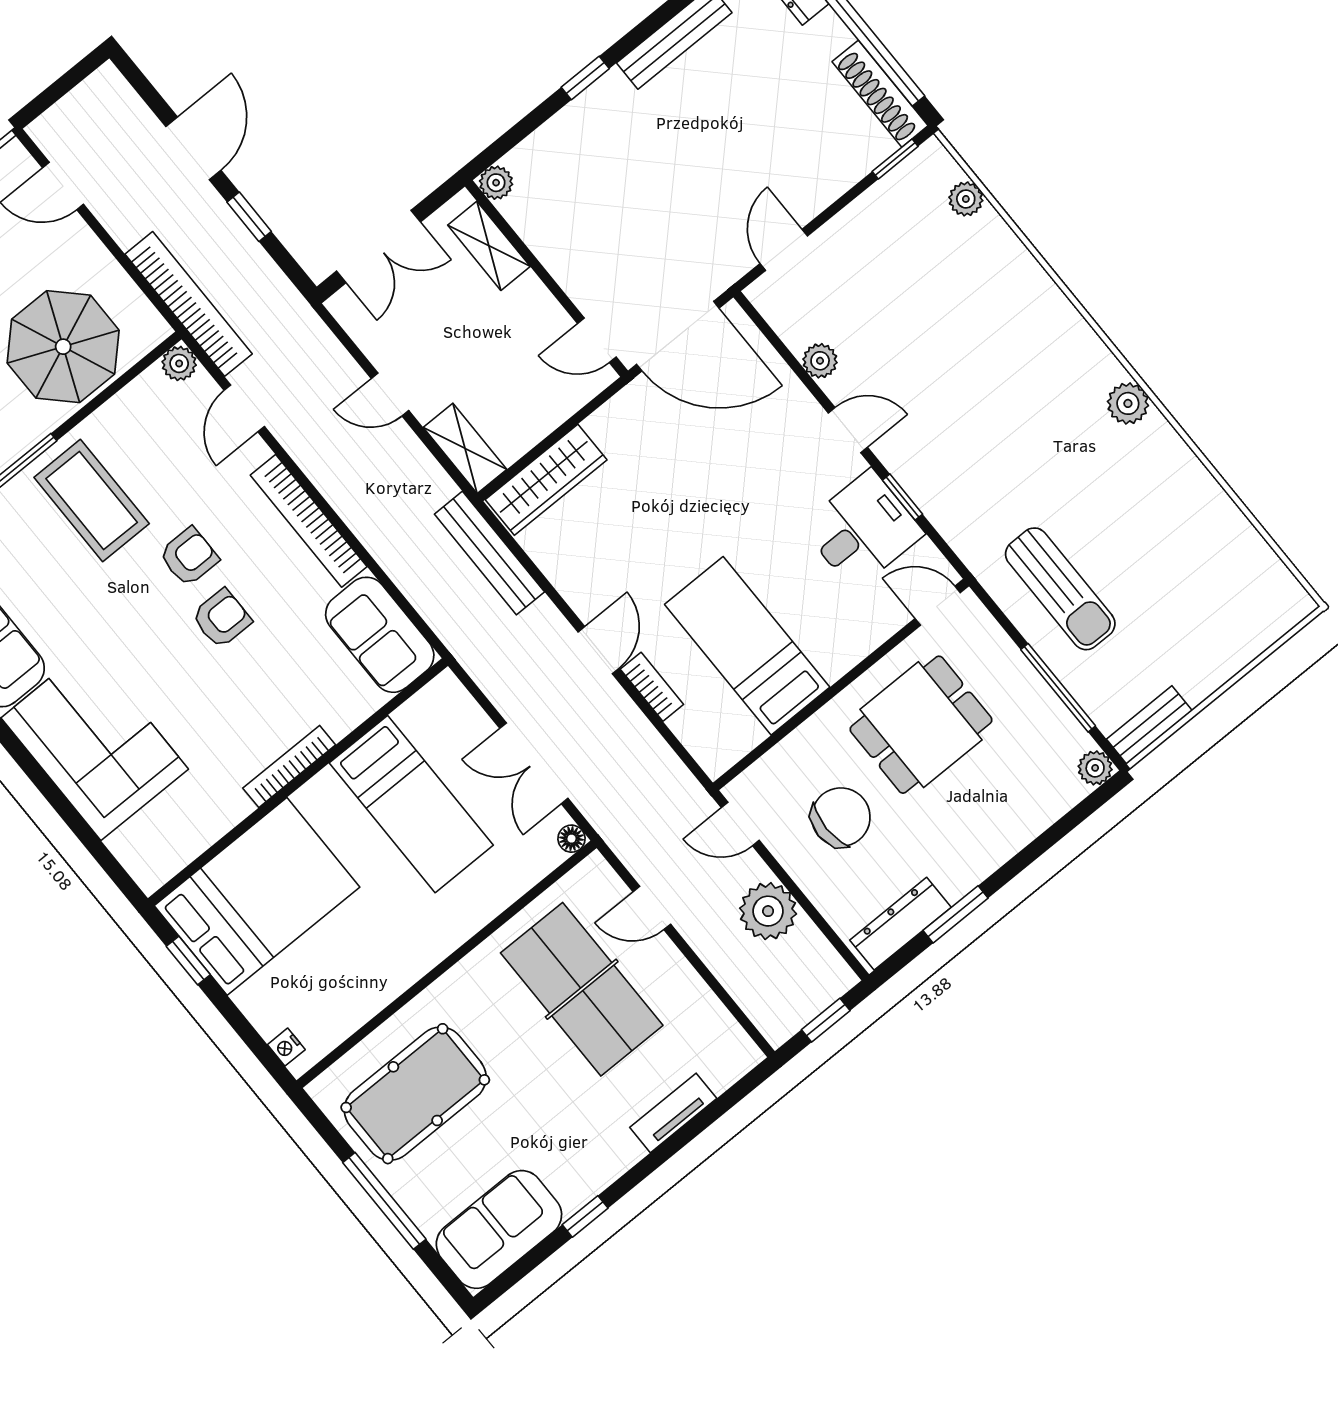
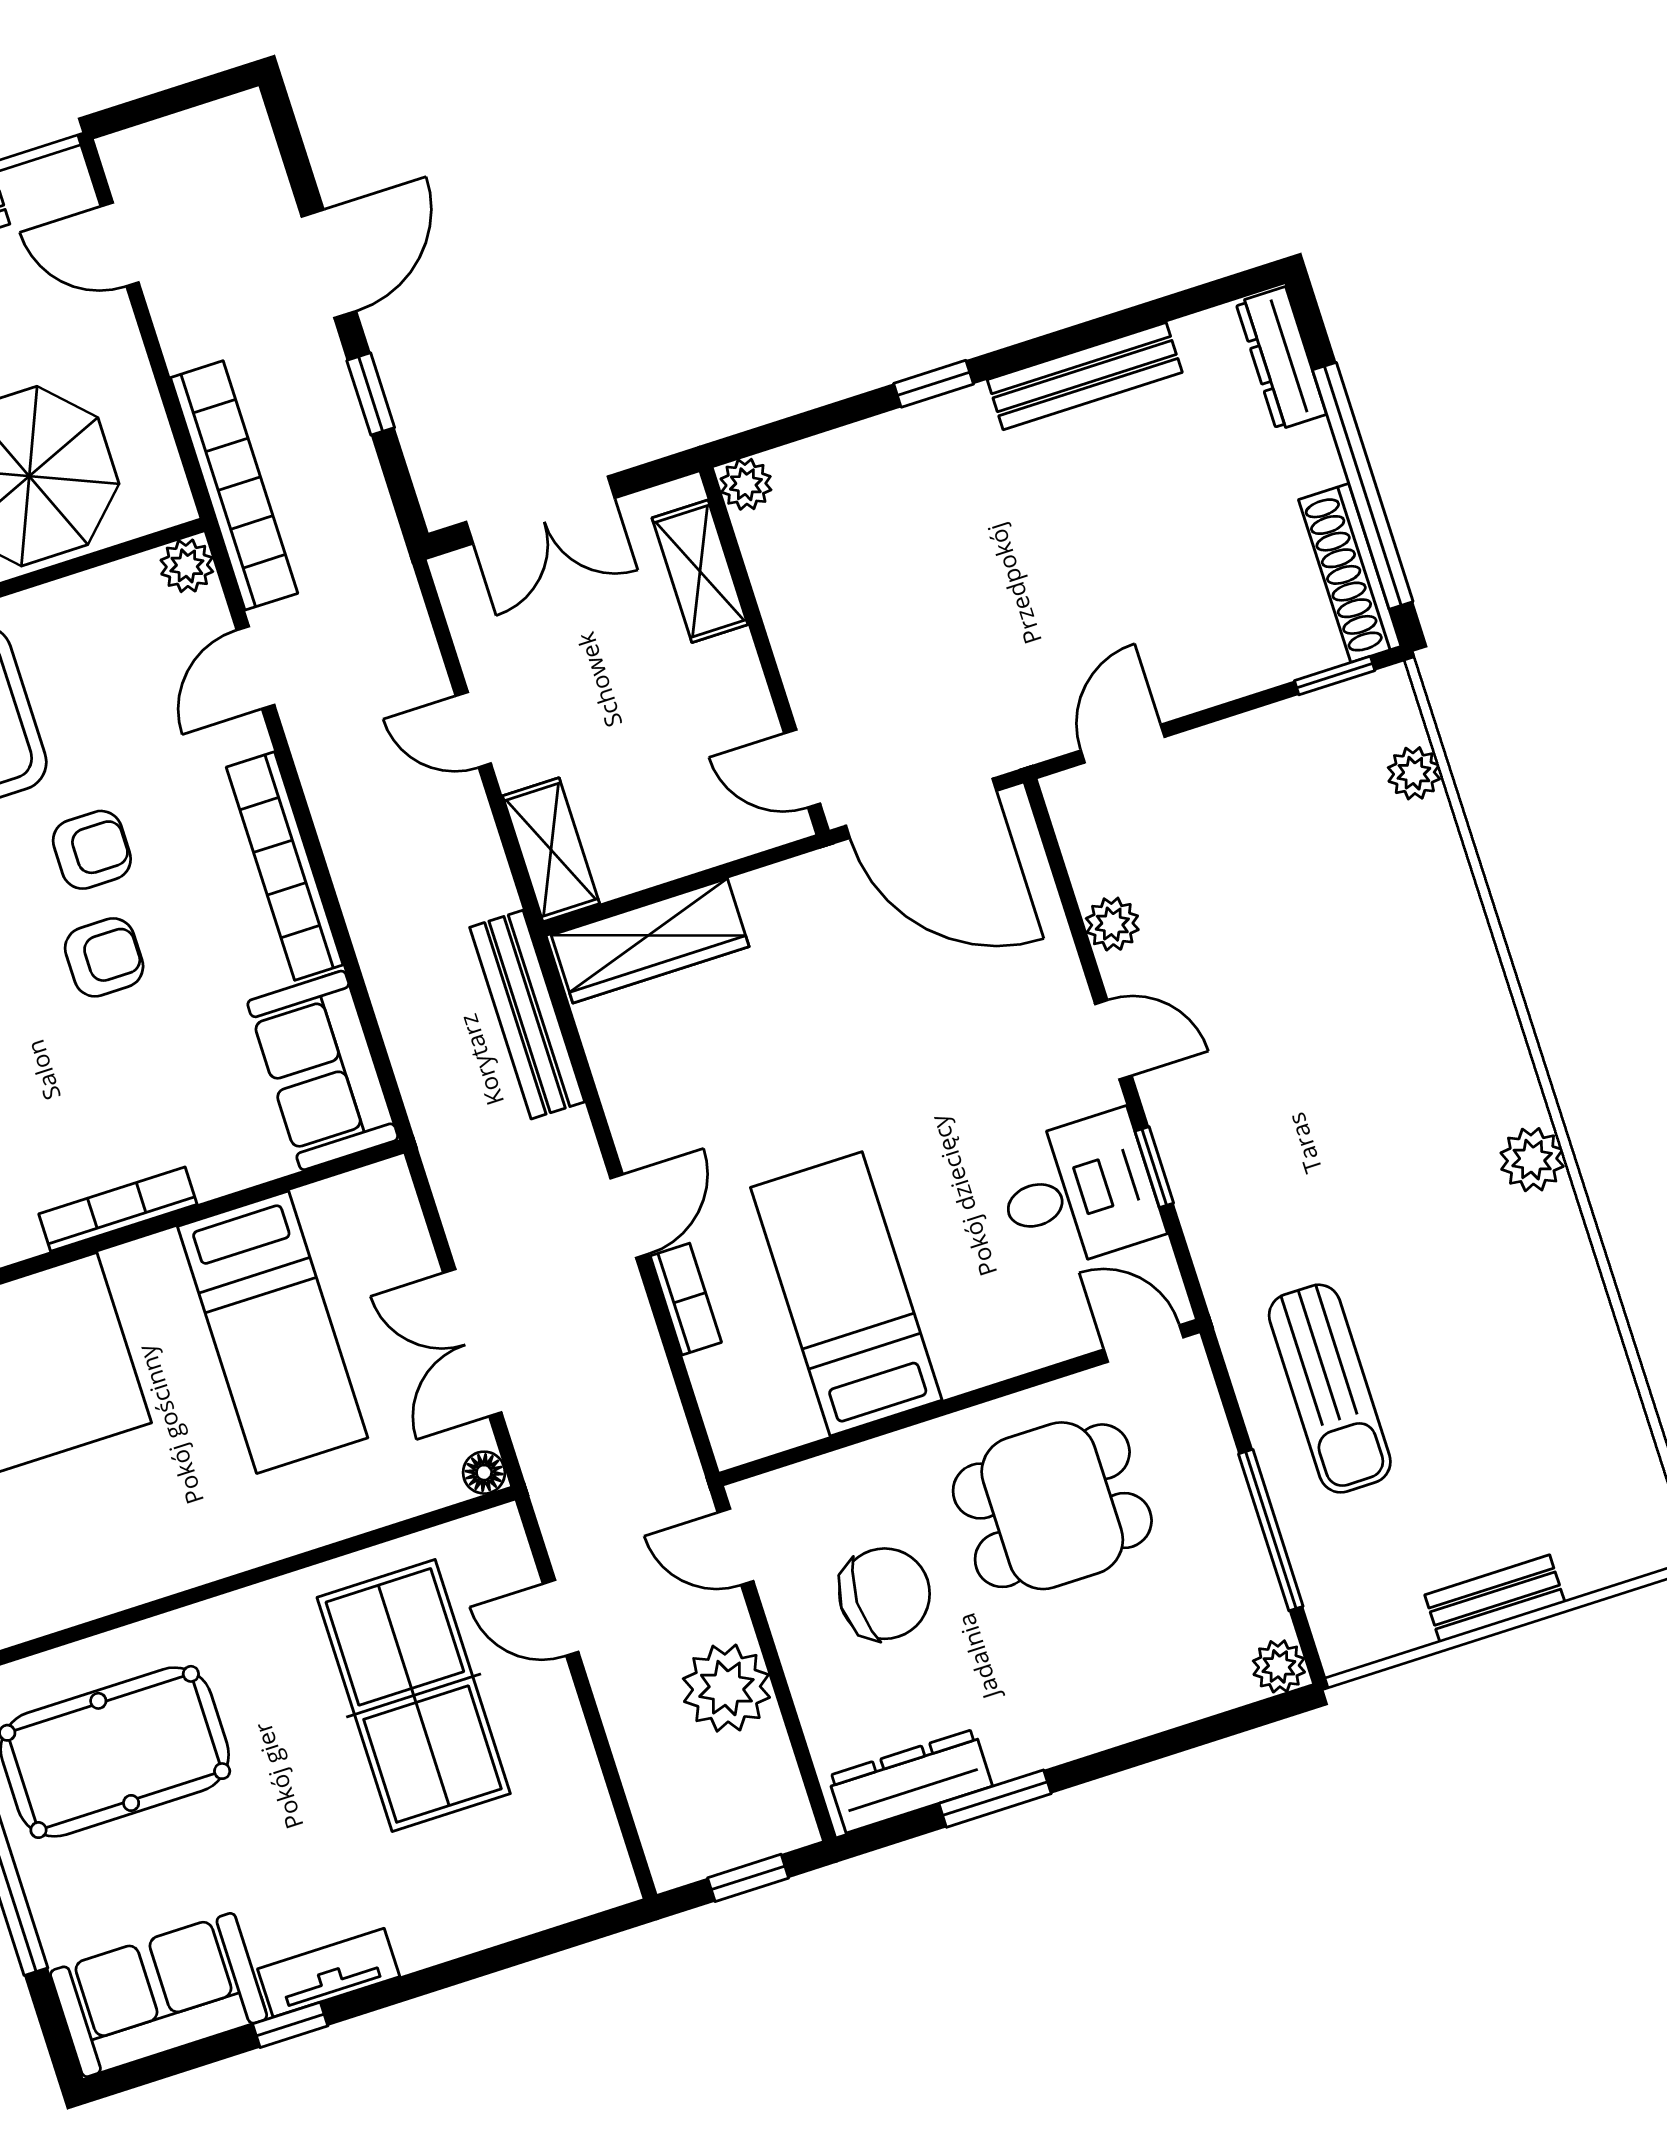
bench: (1149, 725) -> (1495, 1599), moved
tv unit: (673, 1113) -> (329, 1973), moved

